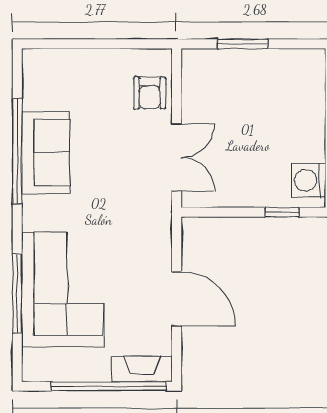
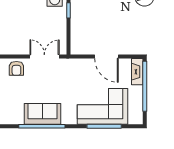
armchair: (150, 93) -> (16, 68), turned 90
door: (177, 299) -> (106, 57), swing flipped

